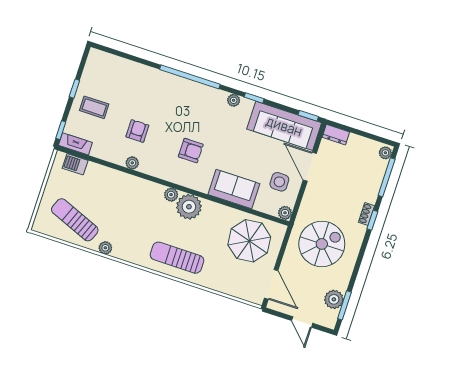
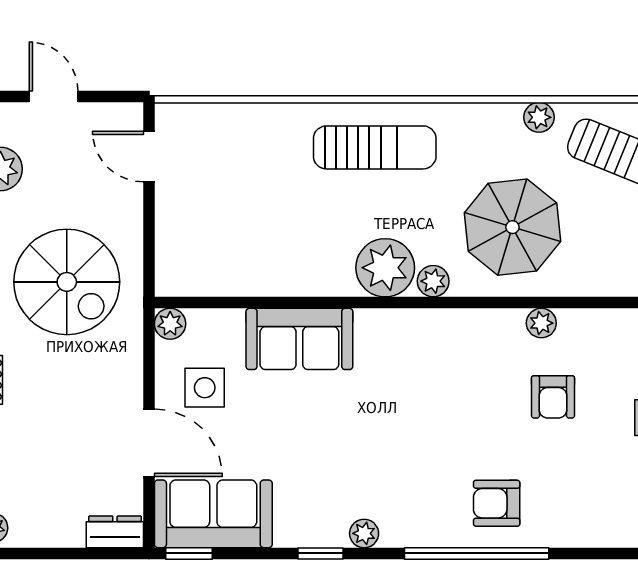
sofa: (284, 126) -> (213, 514), width x0.73
armchair: (191, 151) -> (497, 503), moved
parasol: (249, 241) -> (512, 227), moved
spiral stairs: (322, 244) -> (67, 282), turned -90
door: (271, 284) -> (149, 157), width x0.73

